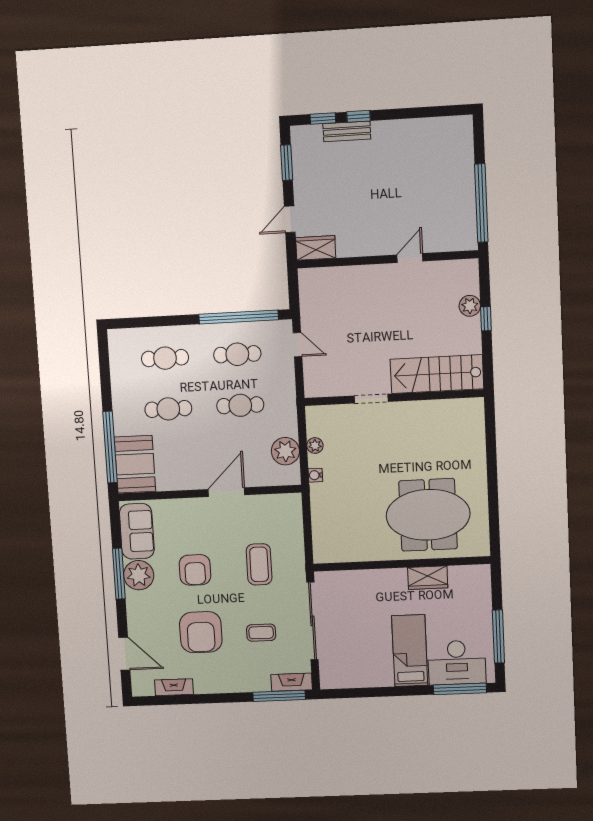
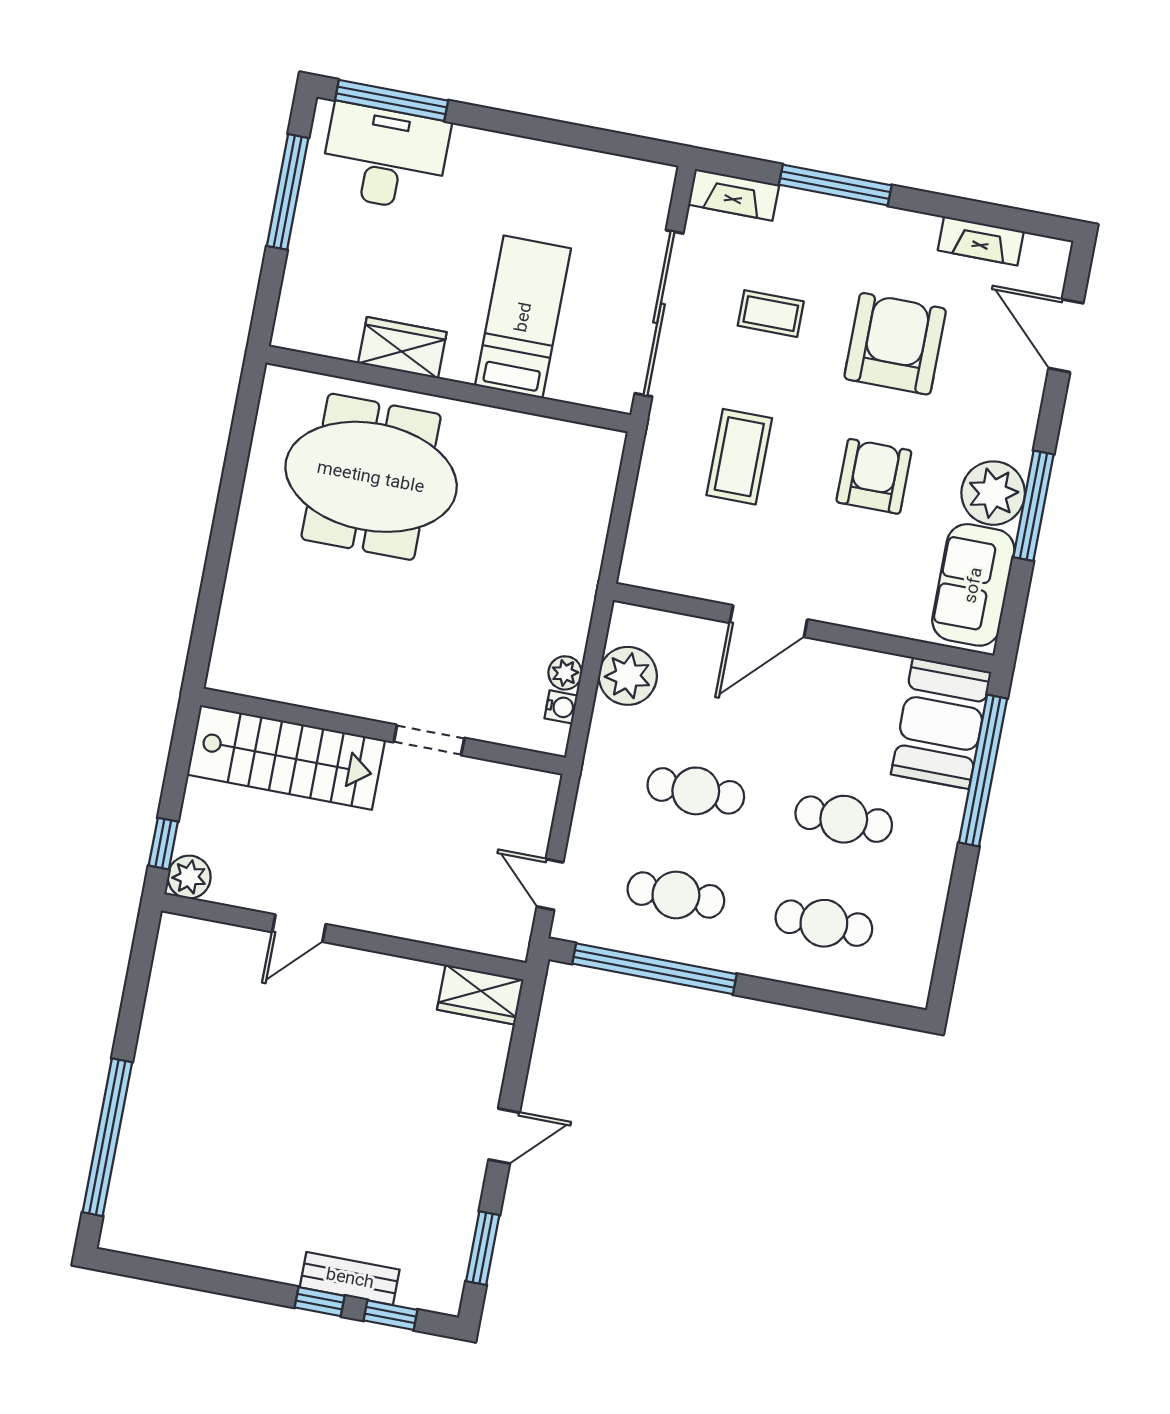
window: (481, 203) -> (107, 1137), moved
wardrobe: (316, 248) -> (480, 995), moved
door: (410, 258) -> (299, 928), moved
wall: (387, 259) -> (344, 937), moved
water cooler: (315, 475) -> (561, 707), moved
bed: (410, 651) -> (523, 317), moved, turned 180
window: (279, 696) -> (835, 185), moved

